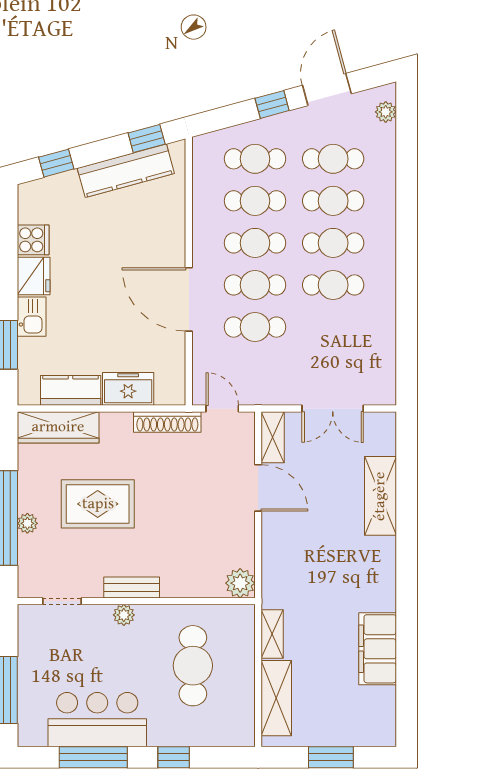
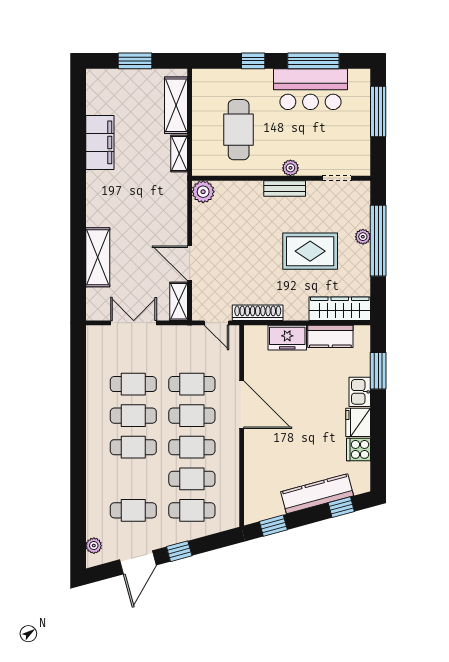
kitchen counter: (126, 171) -> (317, 494), moved
cafe table: (333, 201) -> (133, 384), moved

